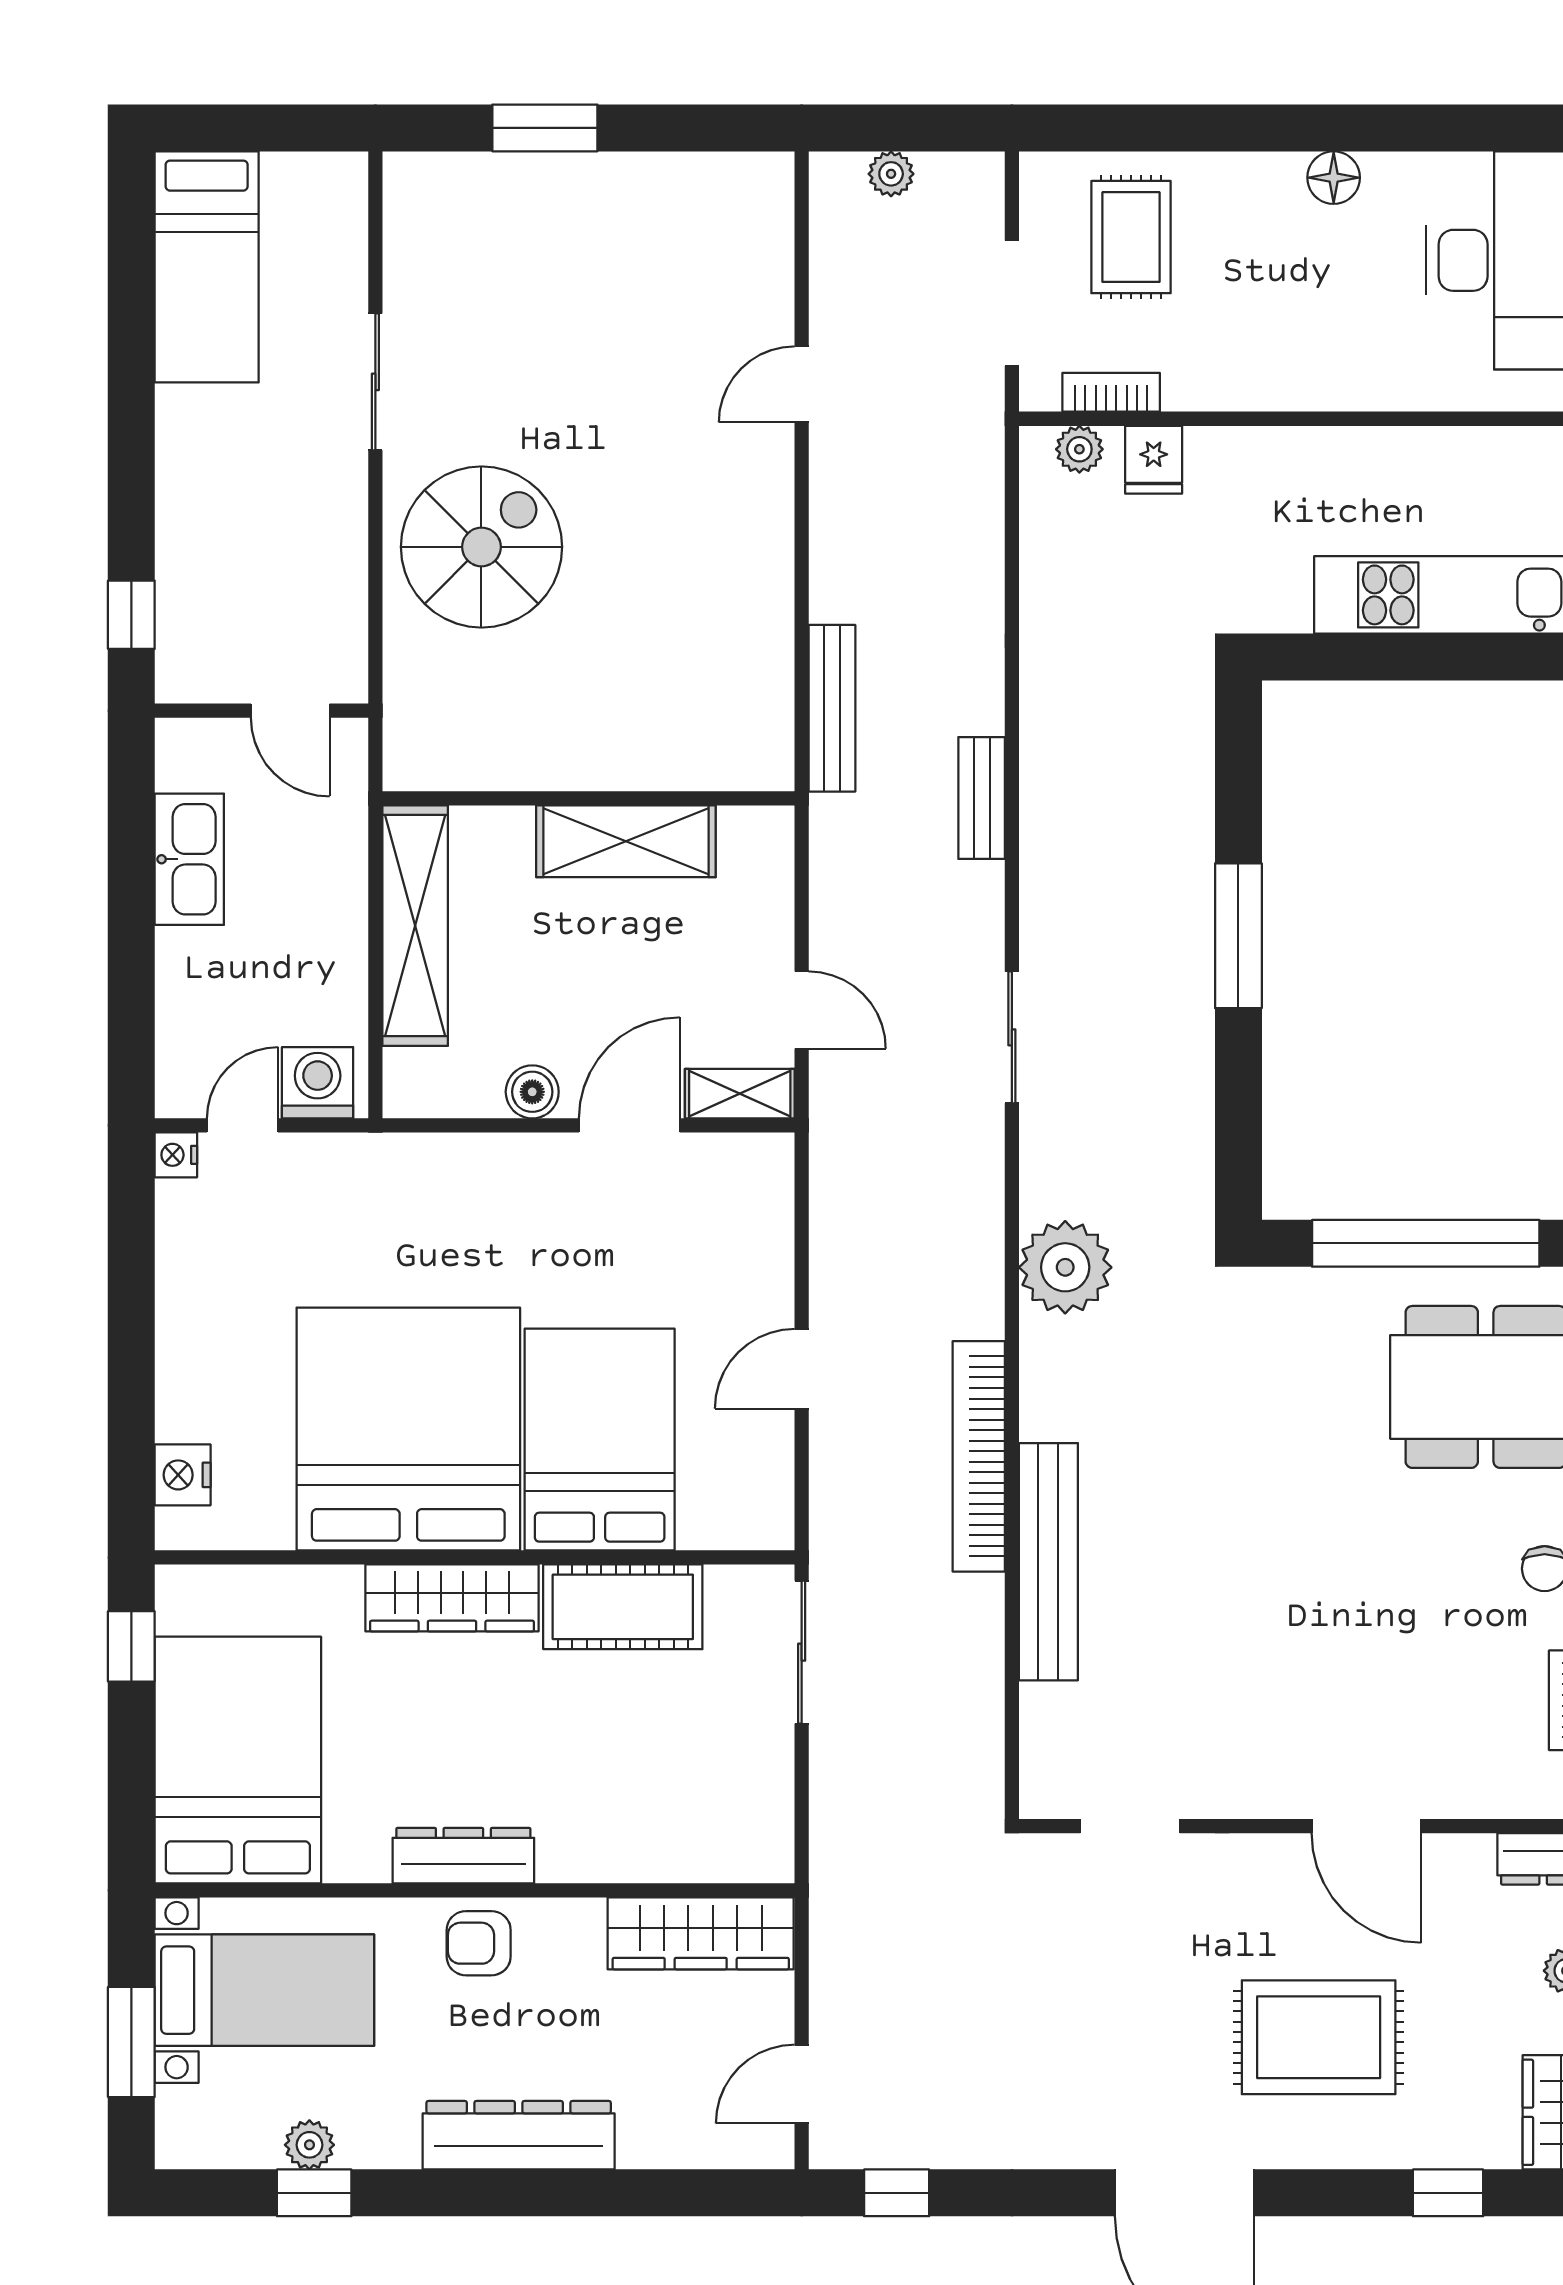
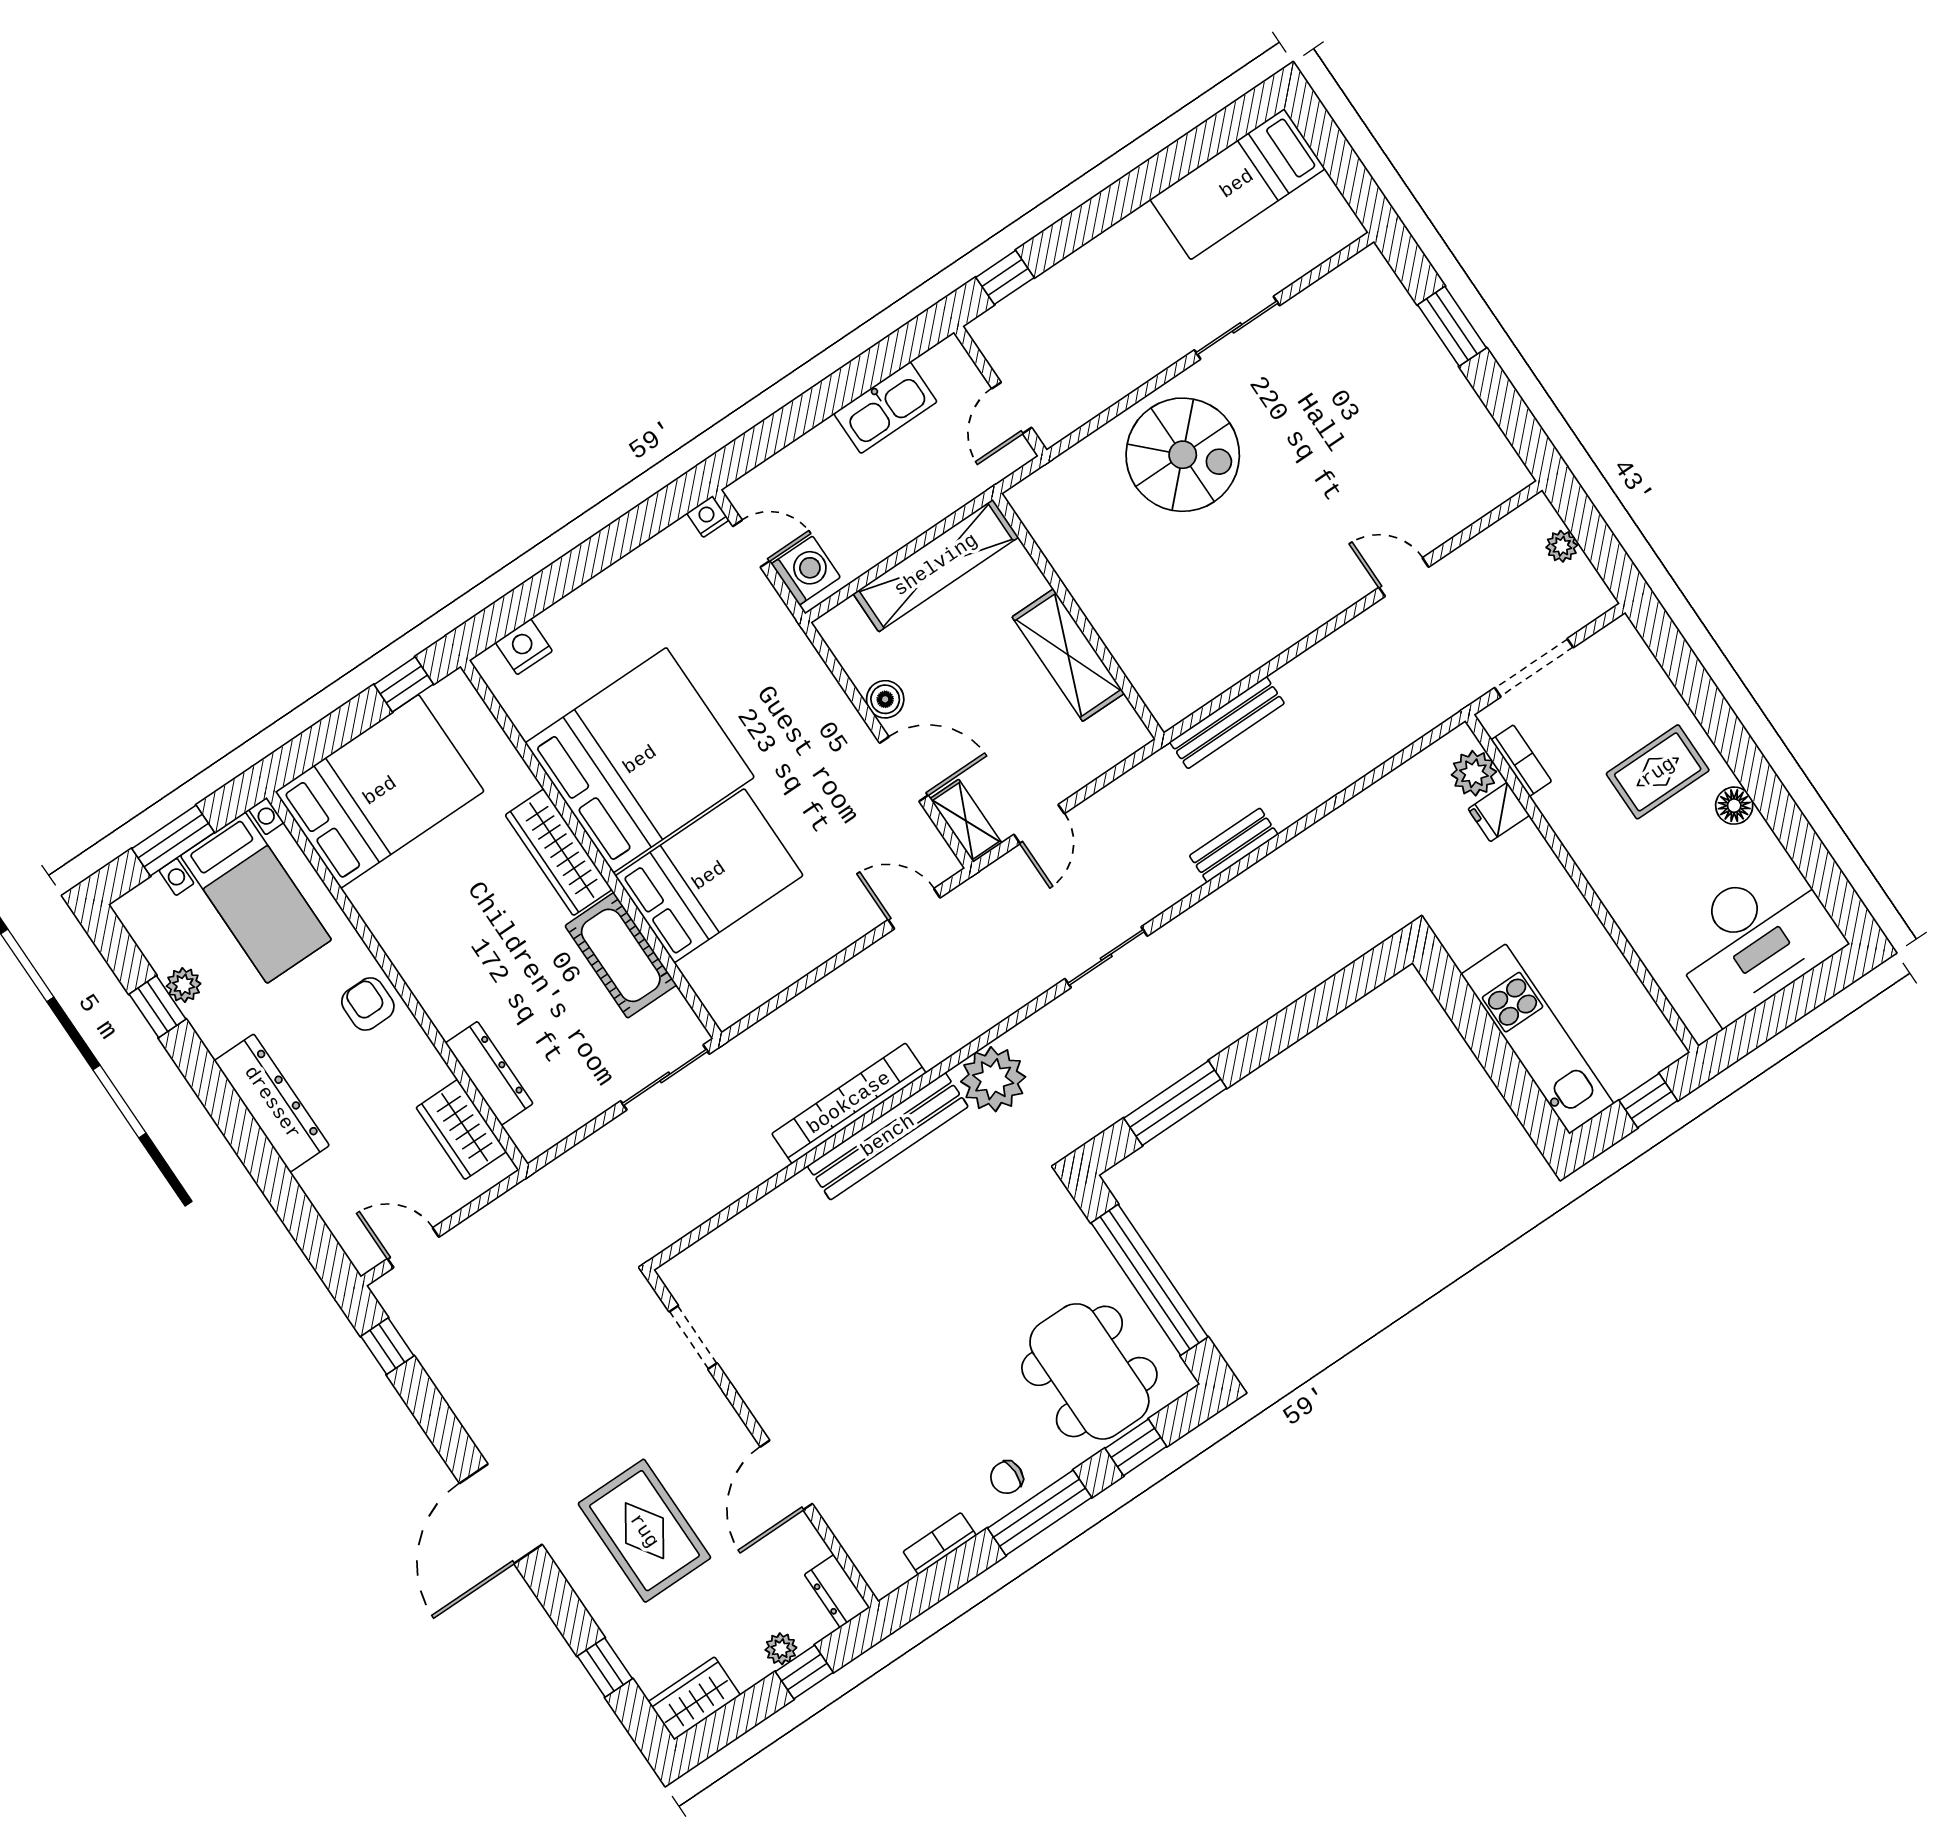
rug: (1131, 237) -> (1658, 772), moved
plant: (1079, 449) -> (1474, 773), width x1.38, depth x1.38
window: (1238, 936) -> (1175, 1103), moved
door: (802, 1369) -> (914, 909), moved
bench: (1048, 1562) -> (888, 1136), moved
dresser: (463, 1856) -> (489, 1073), moved
wardrobe: (701, 1933) -> (461, 1130), width x0.67

